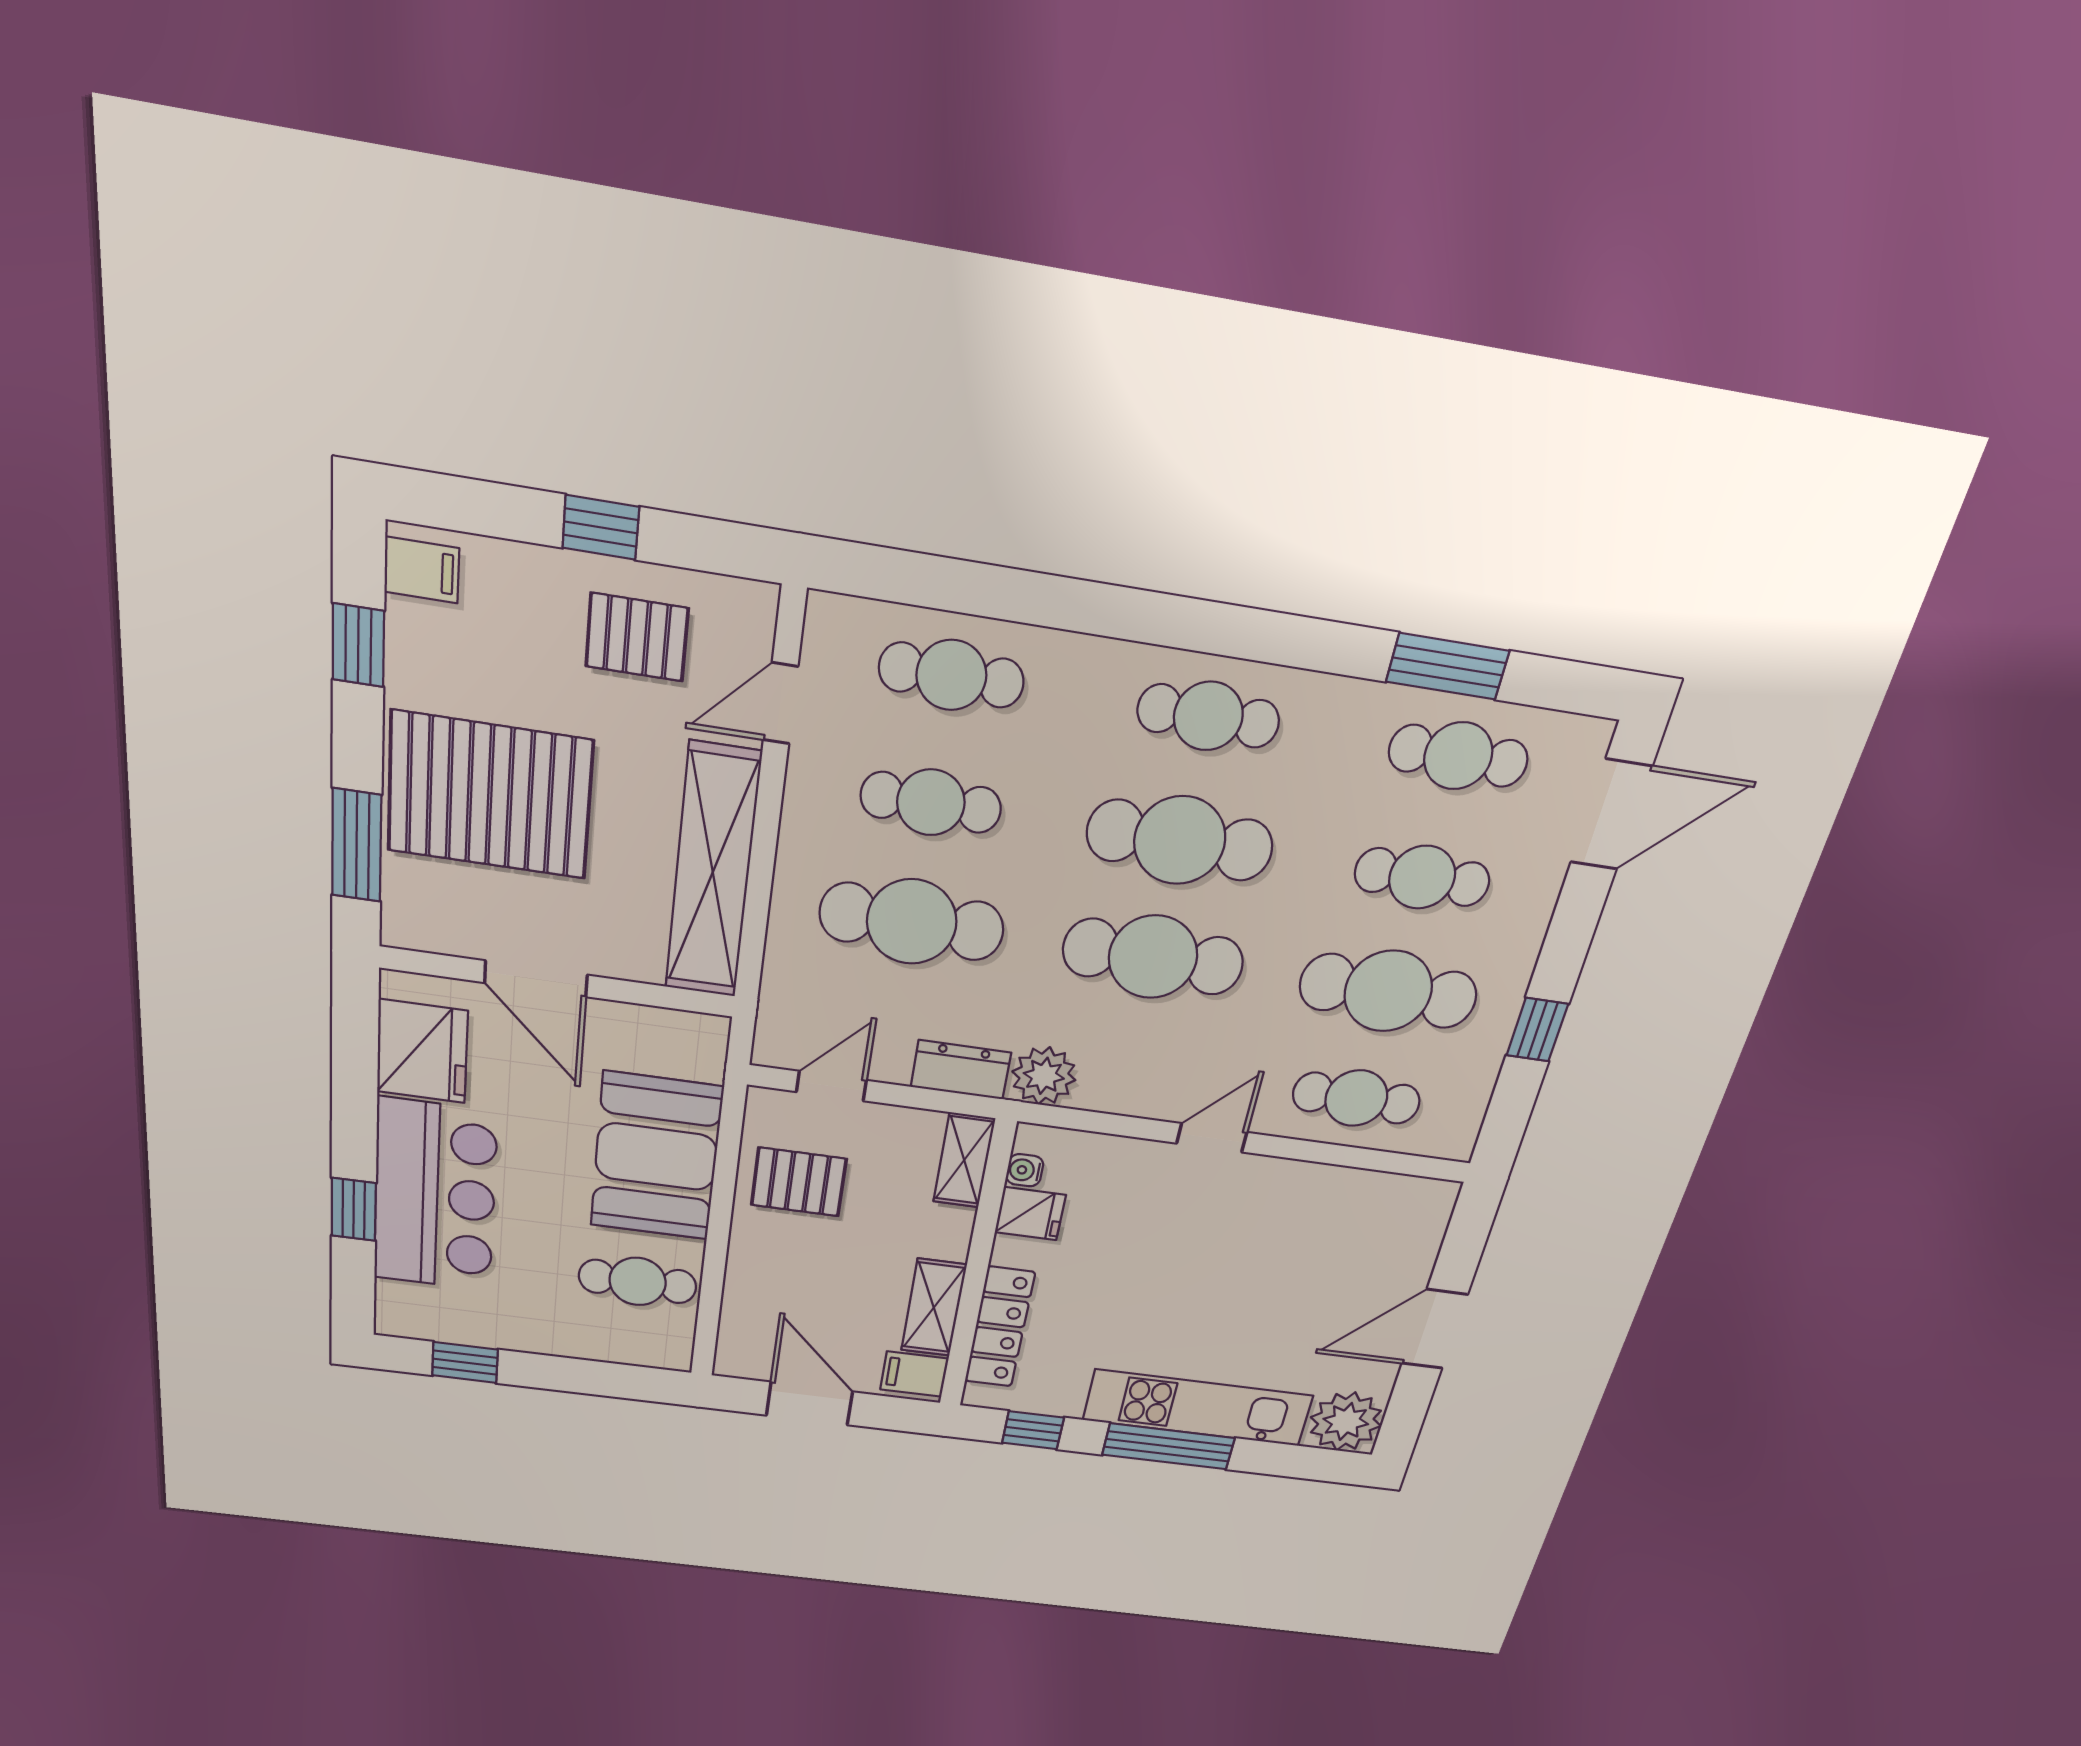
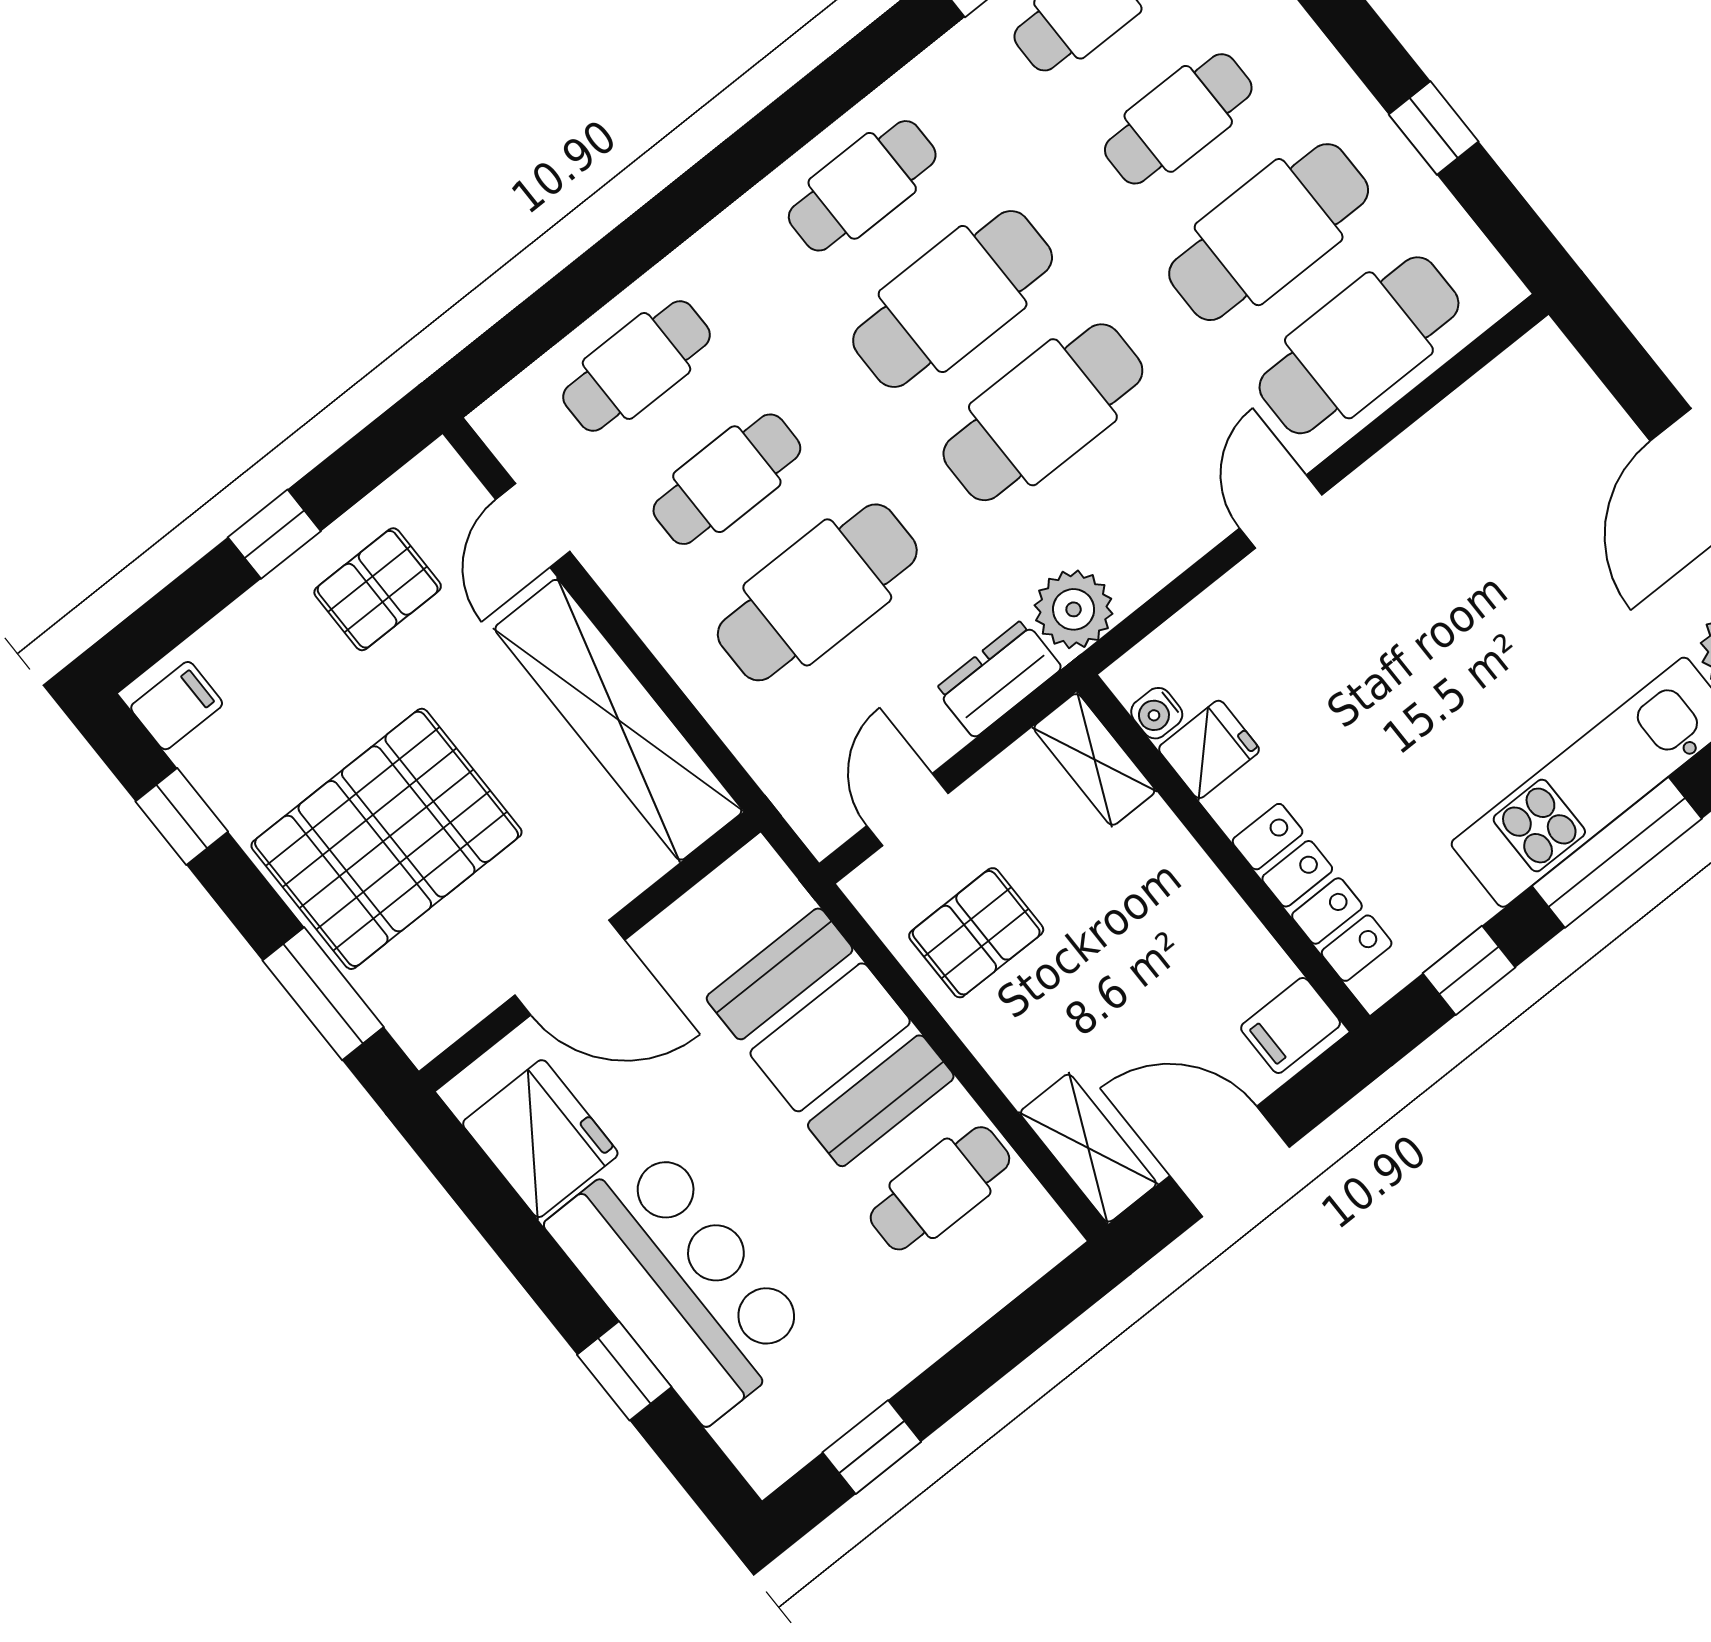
cafe table: (1356, 1098) -> (1359, 345), width x1.37, depth x1.35
shelving: (934, 1307) -> (1088, 1148), moved

